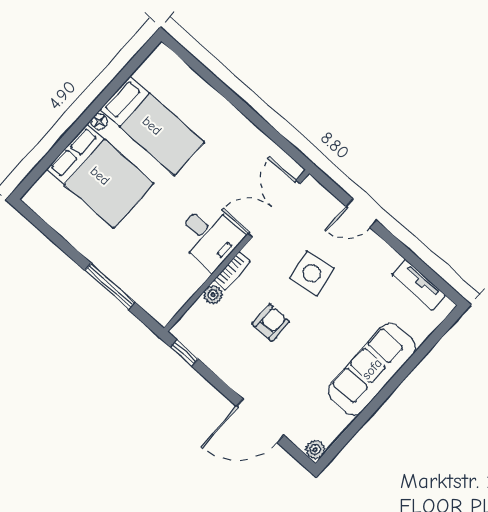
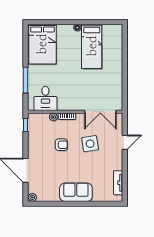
bed: (100, 176) -> (42, 44), moved
double door: (274, 209) -> (100, 112), swing flipped
door: (361, 213) -> (125, 142), swing flipped
desk: (209, 236) -> (45, 98), moved
sofa: (372, 369) -> (76, 192), width x0.73

